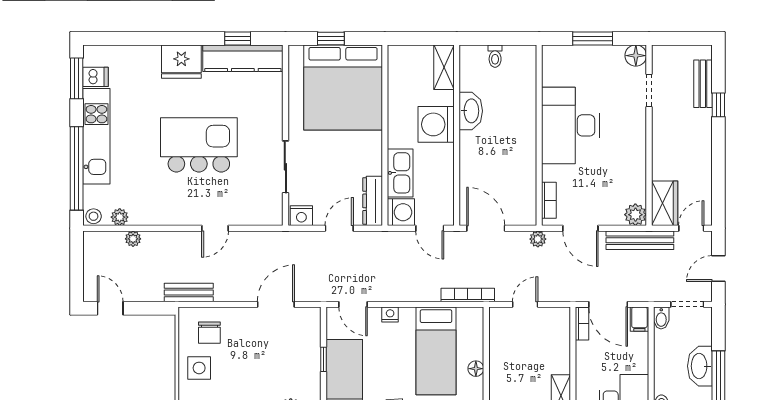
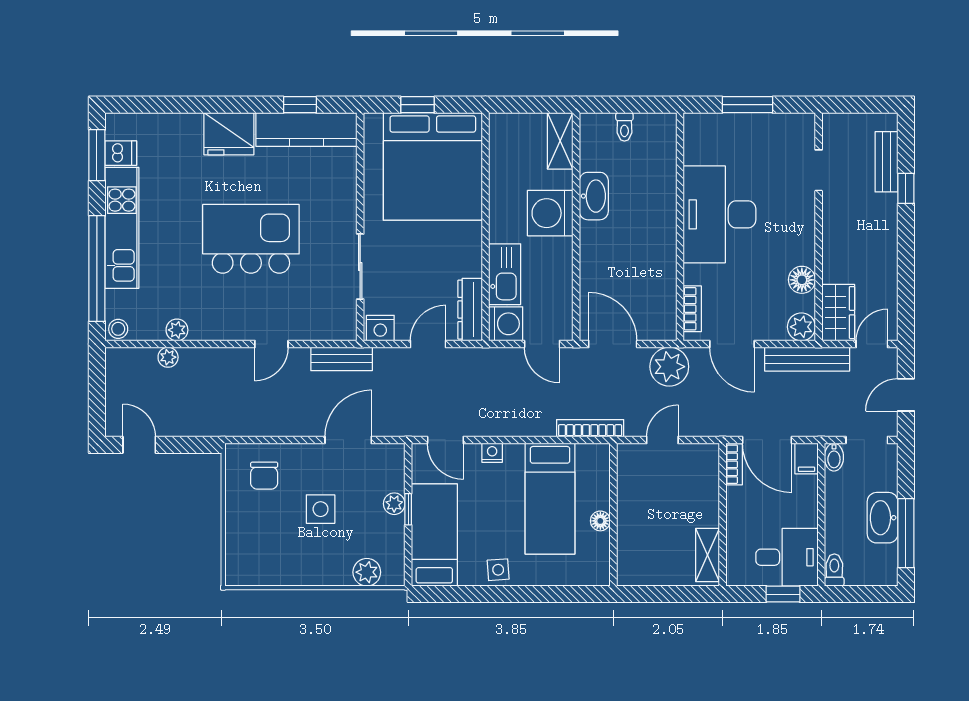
floor lamp: (636, 56) -> (802, 280), moved
plant: (120, 217) -> (177, 330), moved
plant: (538, 239) -> (669, 367), width x1.88, depth x1.88
bench: (189, 293) -> (342, 359), moved
plant: (312, 355) -> (394, 504), added
side table: (199, 368) -> (321, 509), moved

